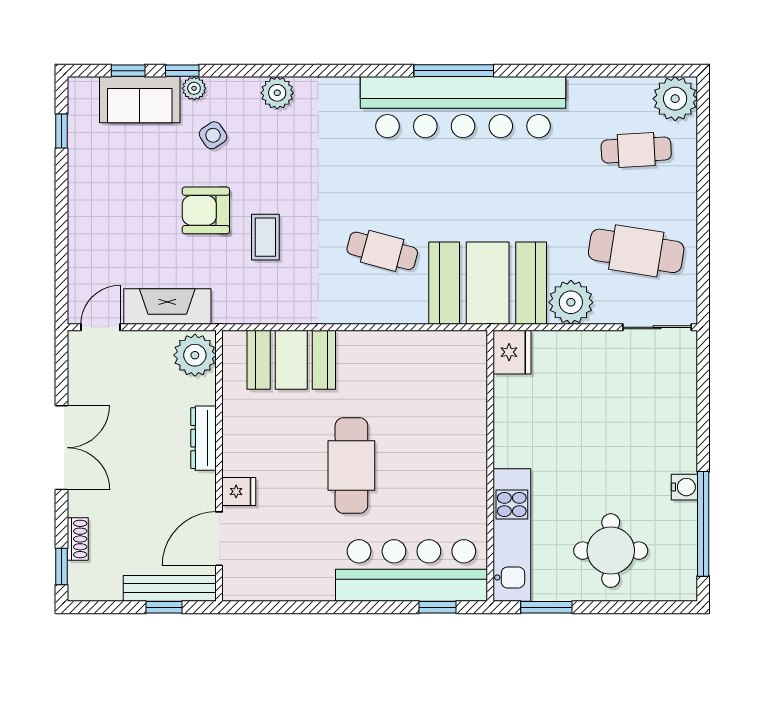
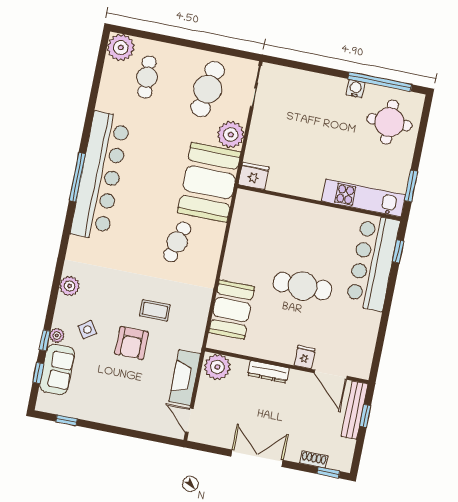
round table: (611, 551) -> (389, 122), moved

